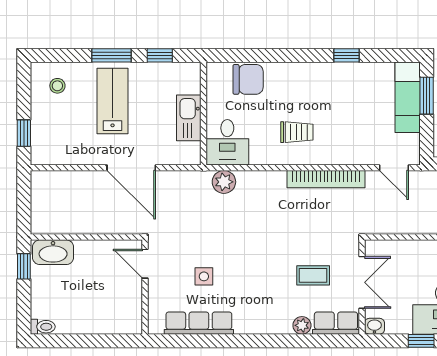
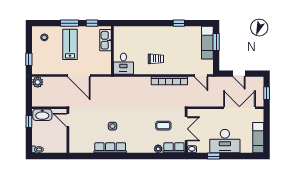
chair: (248, 79) -> (133, 34), removed
kitchen sink: (189, 118) -> (105, 40), moved
plant: (224, 182) -> (38, 82), moved
door: (145, 264) -> (68, 120), moved
wall: (145, 287) -> (68, 131), moved

